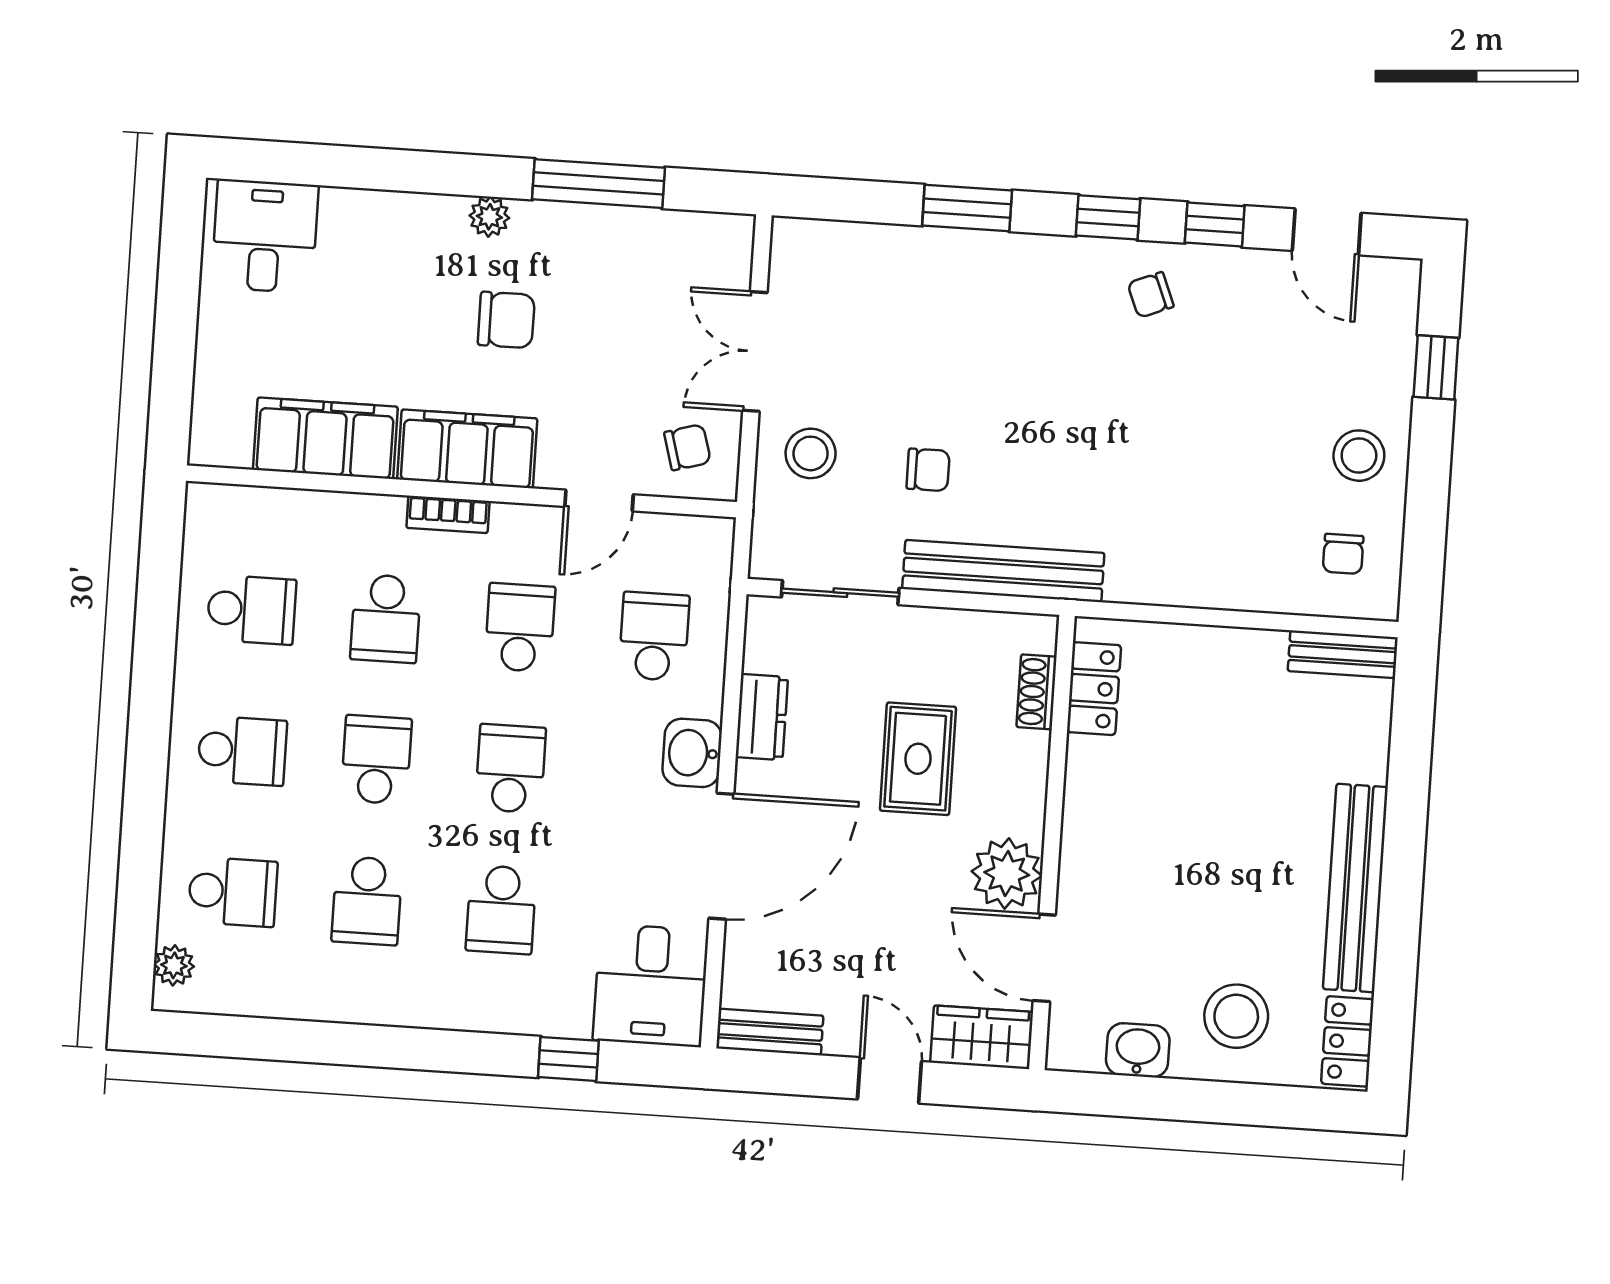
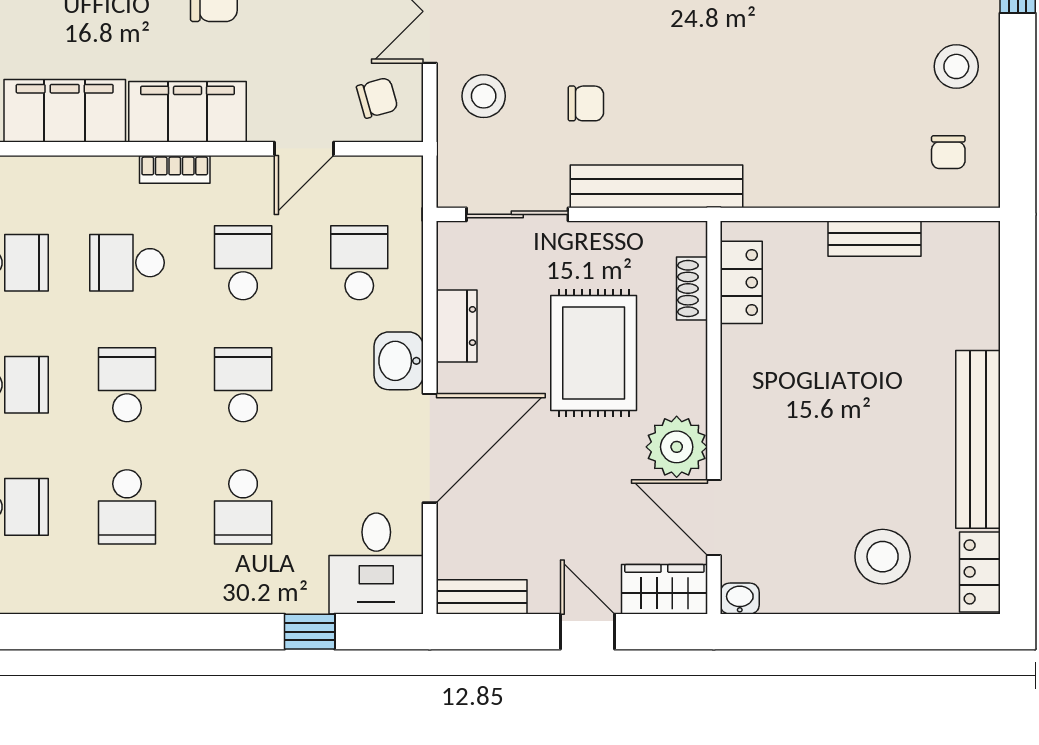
school desk: (386, 619) -> (127, 263), turned 90
bench: (1343, 654) -> (875, 239), moved
rug: (918, 759) -> (594, 353), width x1.36, depth x1.43
washbasin: (1138, 1050) -> (740, 599), moved, width x0.72, depth x0.69

